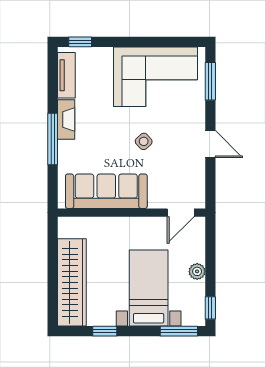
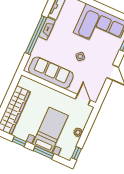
window: (53, 139) -> (36, 35), width x1.46
door: (181, 213) -> (83, 100), swing flipped
window: (179, 331) -> (44, 152), moved

